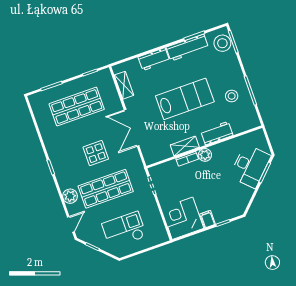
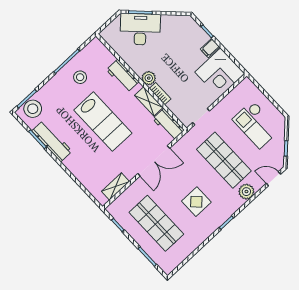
workbench: (154, 59) -> (168, 125), moved, turned 180
lab bench: (185, 99) -> (103, 122), turned 180
display table: (96, 153) -> (196, 202), moved

